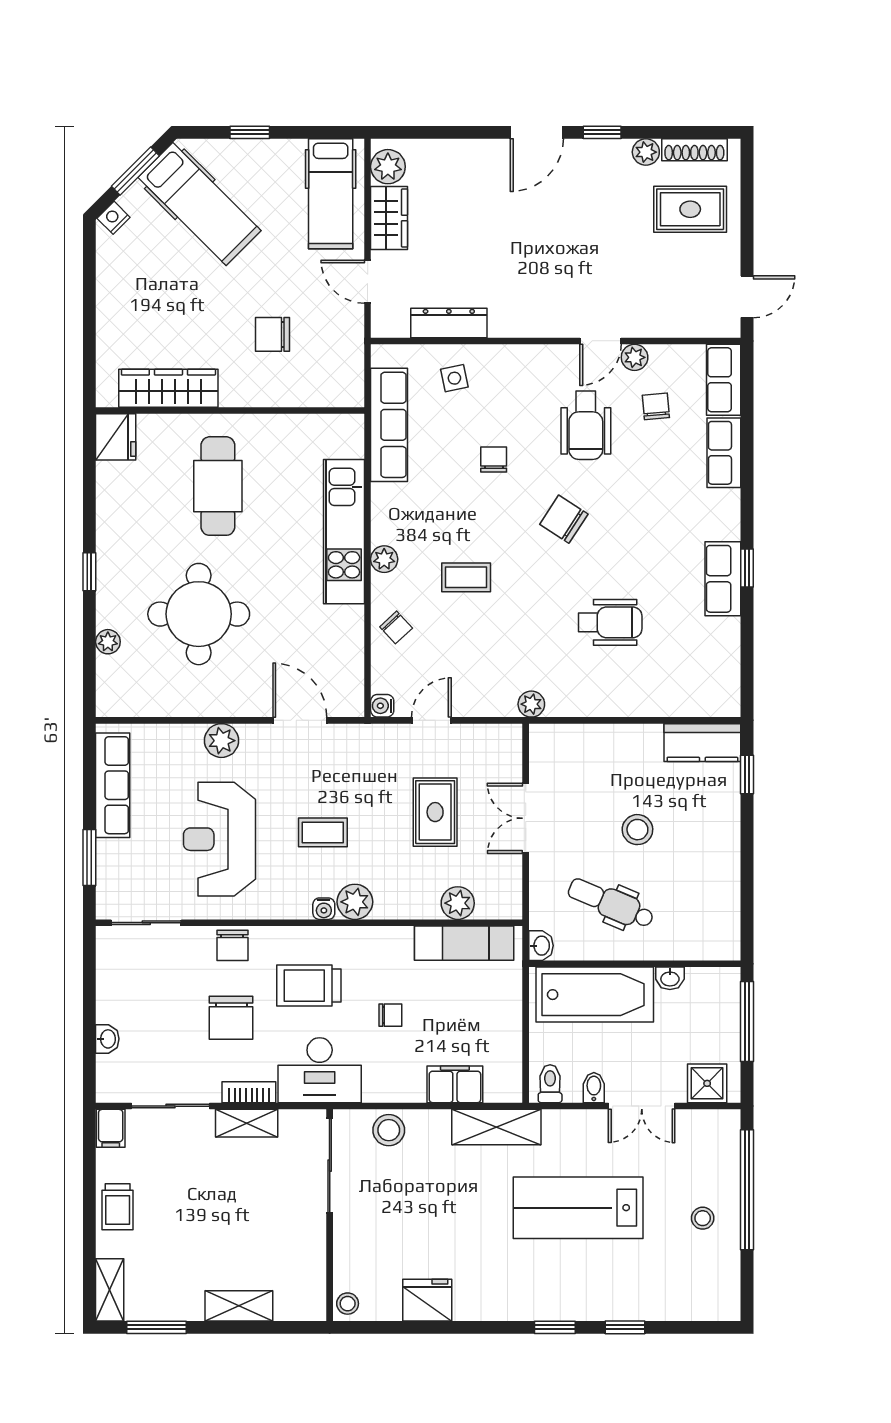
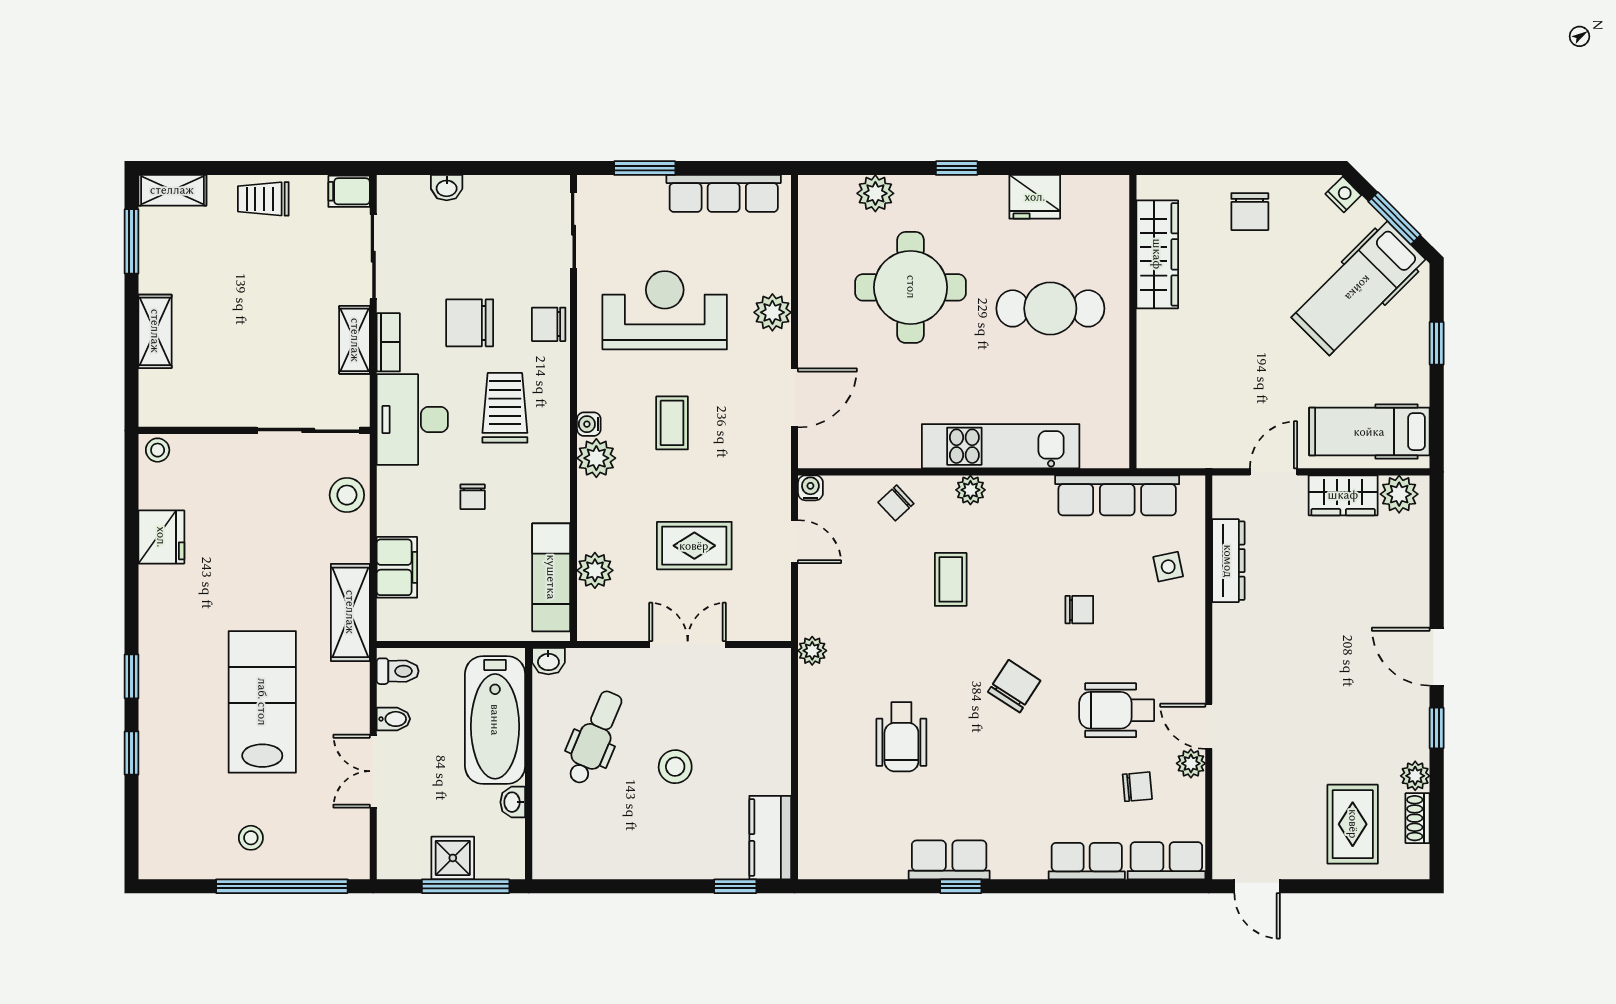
shoe rack: (694, 150) -> (1418, 818), width x0.70
chair: (272, 334) -> (1250, 212), moved, turned 180
fridge: (116, 437) -> (1035, 197), moved
plant: (108, 642) -> (875, 193), width x1.38, depth x1.38
shower: (707, 1083) -> (453, 858), moved

